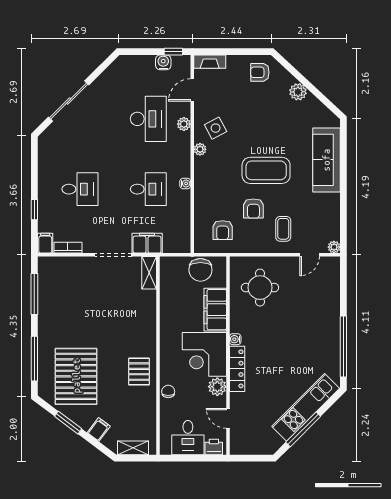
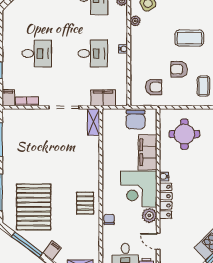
coffee table: (266, 170) -> (189, 38), width x0.73, depth x0.76
armchair: (253, 208) -> (179, 69), turned 90
armchair: (223, 230) -> (154, 87), turned -90
filing cabinet: (147, 243) -> (103, 98), moved
window: (68, 423) -> (27, 245), width x1.44

